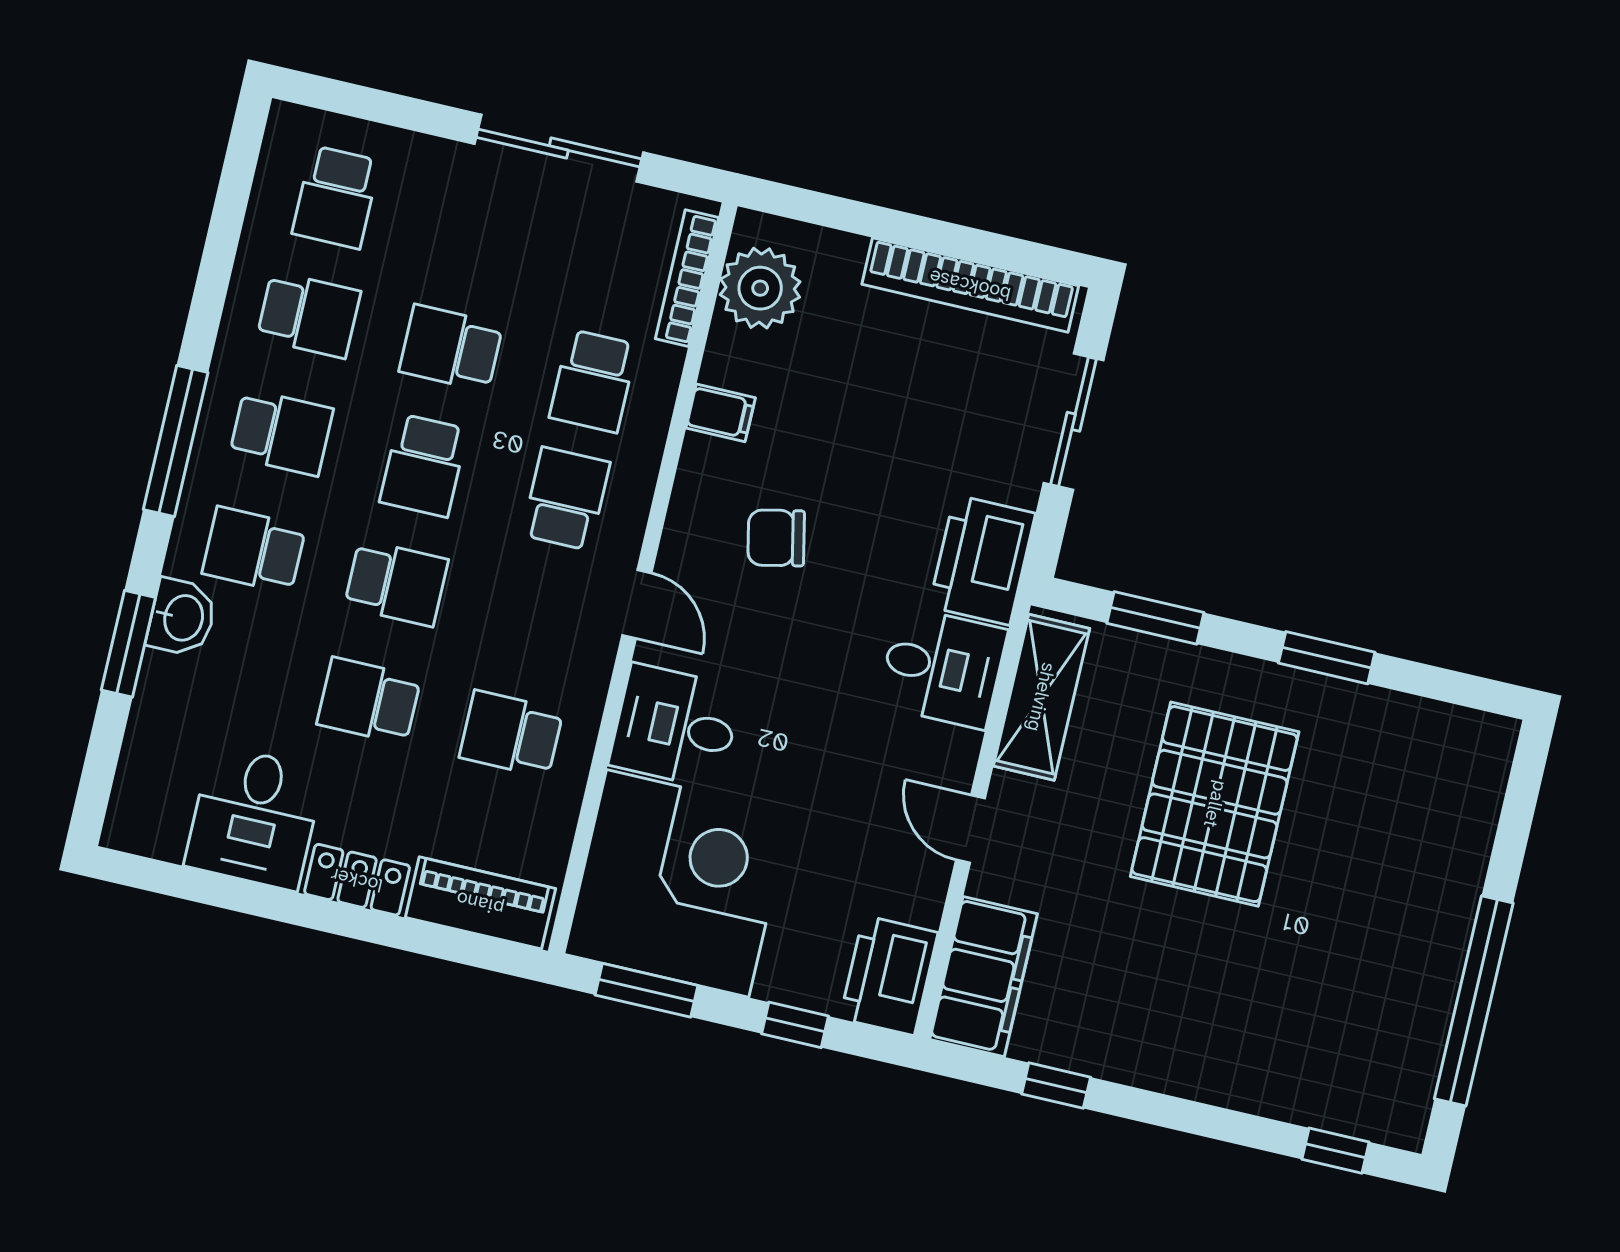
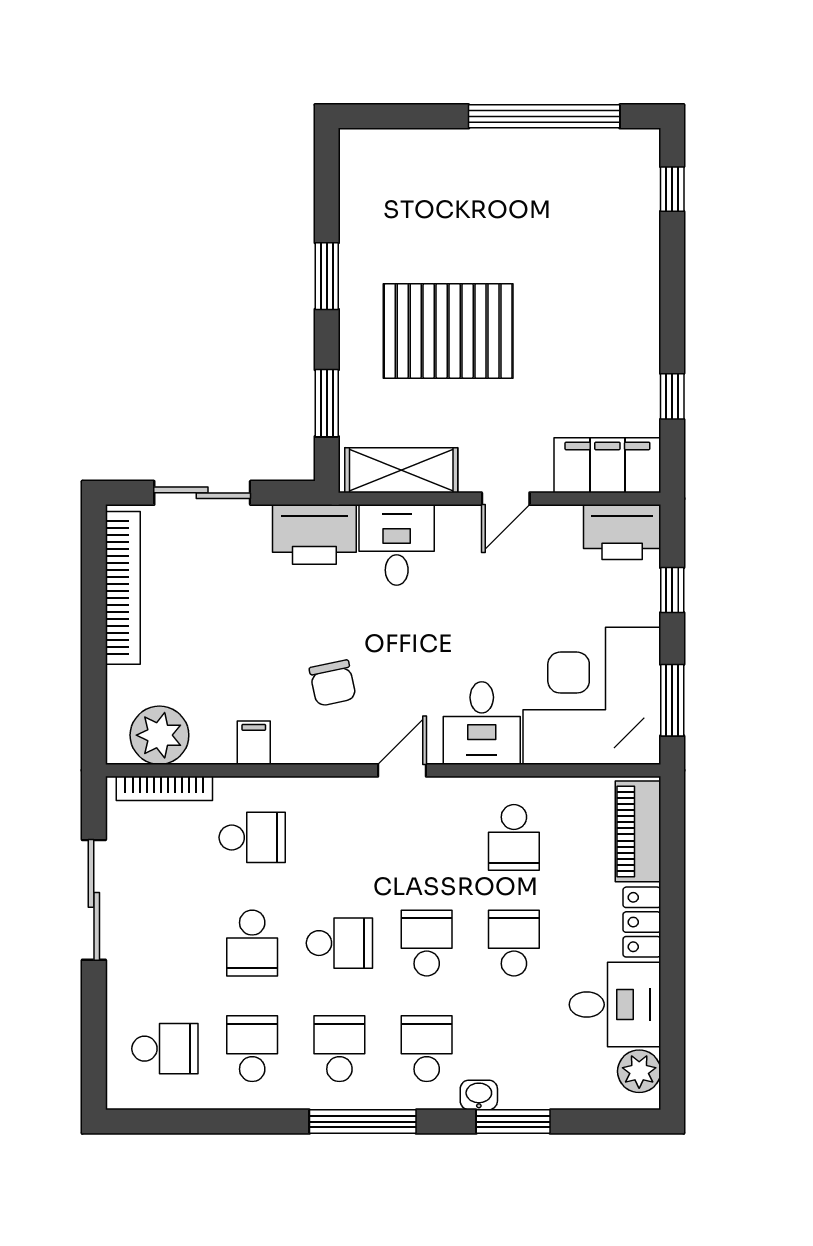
school desk: (566, 499) -> (339, 837), removed
school desk: (254, 550) -> (427, 1049), turned 180
washbasin: (182, 617) -> (479, 1095), width x0.72, depth x0.69
school desk: (369, 701) -> (514, 943), turned 180
plant: (157, 829) -> (639, 1071), added

